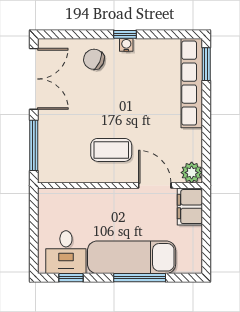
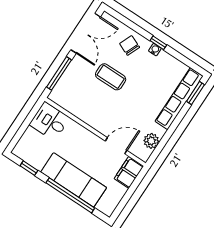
coffee table: (111, 150) -> (111, 77), moved
plant: (192, 173) -> (151, 141), moved
door: (155, 186) -> (116, 146), hinge flipped
desk: (66, 252) -> (50, 121), moved, turned 90
window: (140, 278) -> (70, 195), width x1.46

